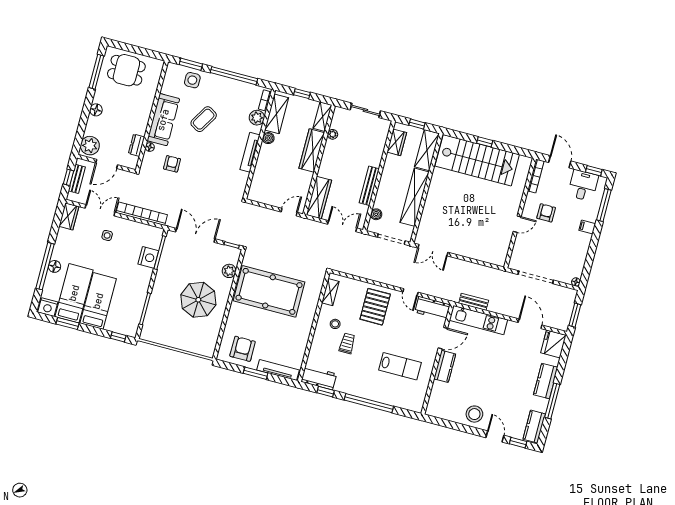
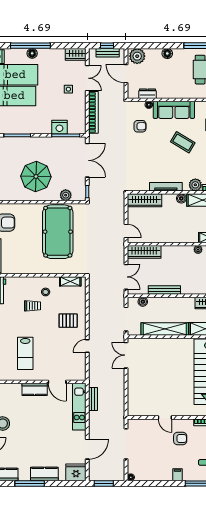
wardrobe: (312, 150) -> (144, 200), moved, turned 180
pallet: (375, 307) -> (68, 321), width x0.67, depth x0.71
workbench: (432, 308) -> (79, 367), removed

